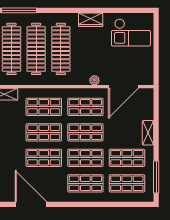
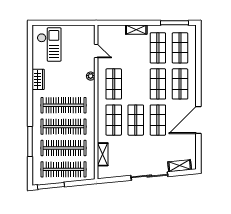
door: (123, 87) -> (96, 51), width x0.53
shop shelf: (85, 132) -> (136, 84), removed
door: (31, 204) -> (198, 120), moved

